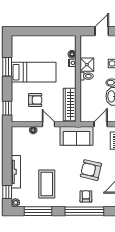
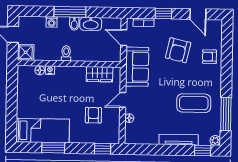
shower: (87, 65) -> (26, 52), moved
bed: (34, 72) -> (43, 131), moved, turned 90
wardrobe: (70, 105) -> (100, 74), width x0.67
window: (84, 211) -> (227, 59), removed

